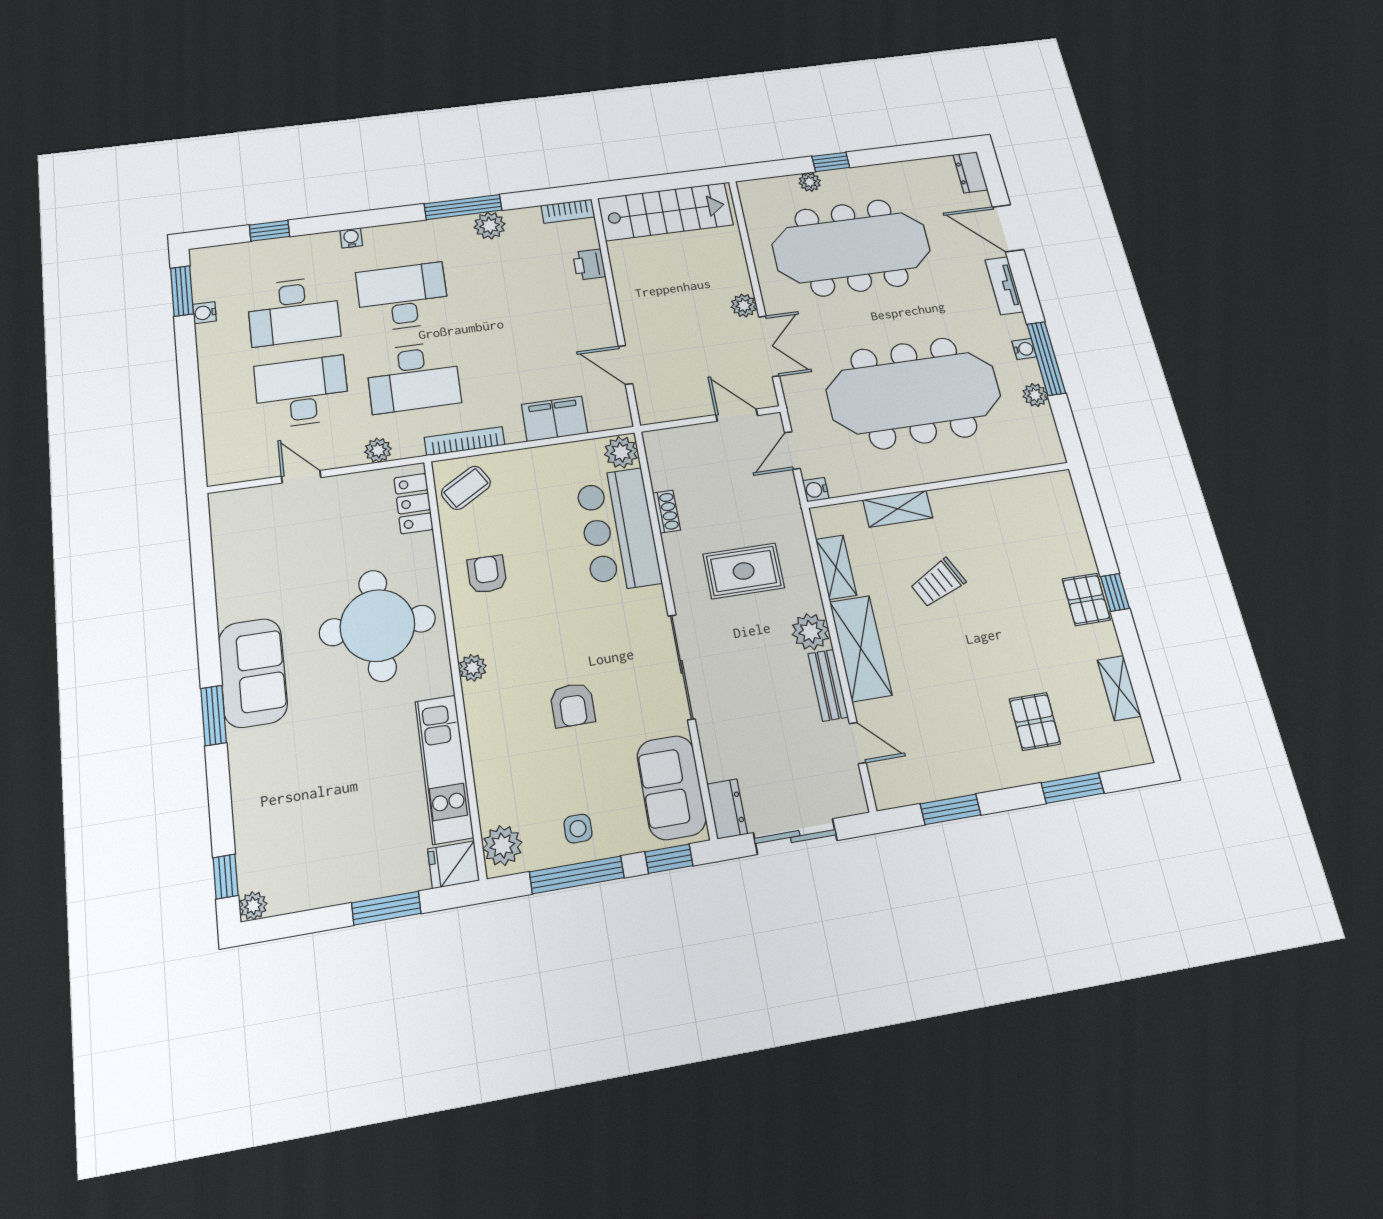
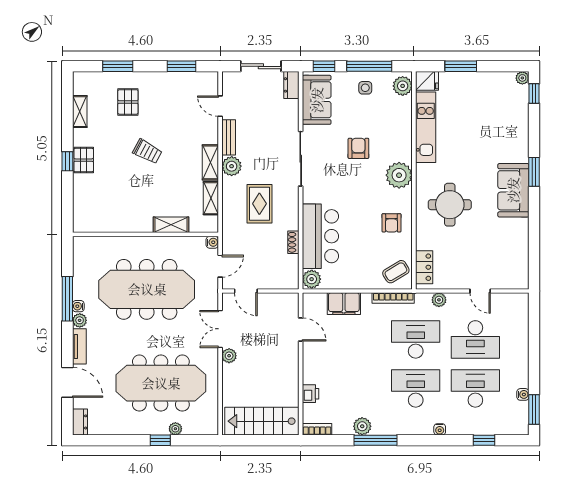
desk: (403, 297) -> (416, 388), turned 180
plant: (1035, 395) -> (80, 320), moved
rug: (744, 571) -> (259, 204), turned 90
trolley: (938, 583) -> (147, 151), moved, turned 54
round table: (377, 625) -> (450, 205), width x0.73, depth x0.73
shelving: (861, 648) -> (210, 162), width x0.67, depth x0.75
plant: (473, 668) -> (399, 175), width x1.88, depth x1.88

